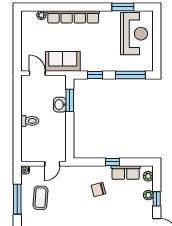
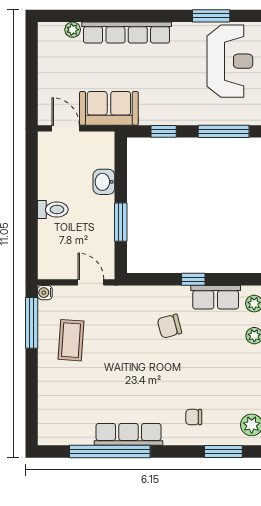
window: (70, 100) -> (121, 222), moved
door: (52, 164) -> (91, 282), swing flipped
window: (17, 199) -> (32, 323), moved

